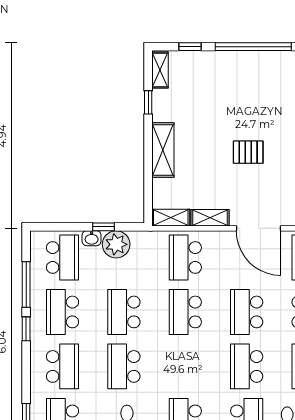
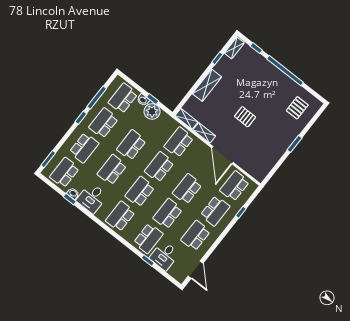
school desk: (63, 257) -> (123, 98), turned 180
school desk: (185, 366) -> (140, 192), added

